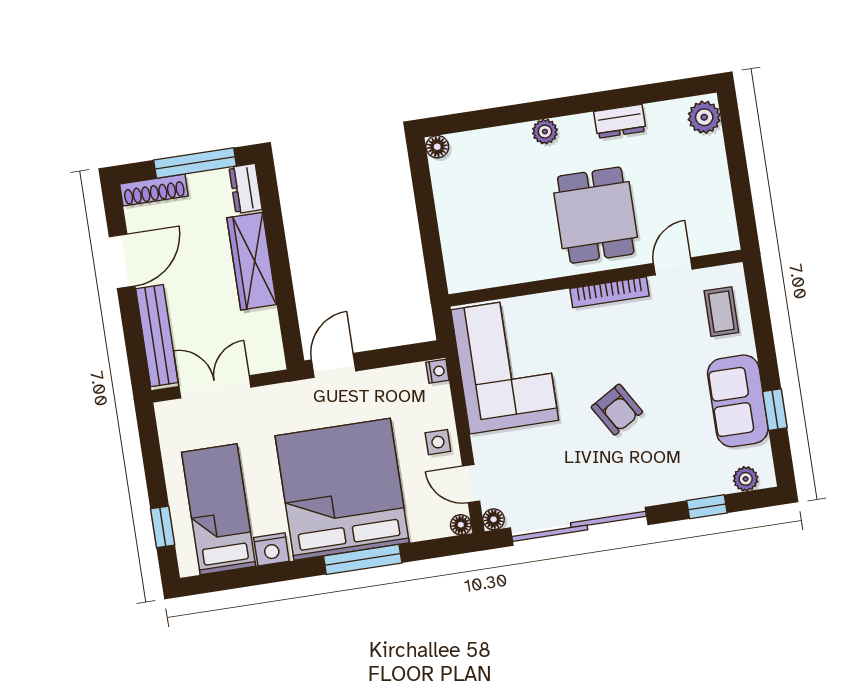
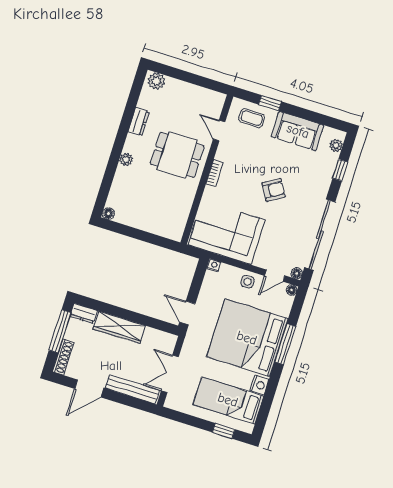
door: (122, 261) -> (89, 388), swing flipped
bookcase: (610, 292) -> (215, 173), width x0.64
window: (775, 410) -> (270, 103), moved

